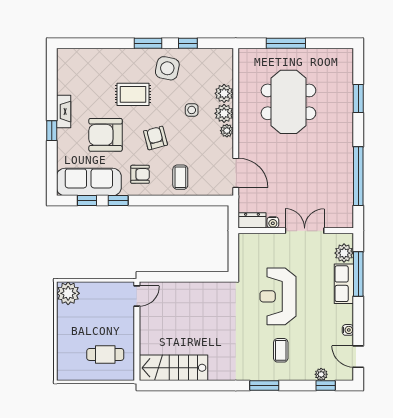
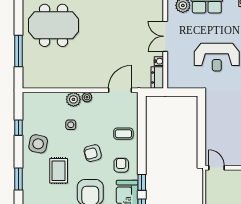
window: (148, 43) -> (18, 179), moved
plant: (224, 93) -> (58, 99), removed
meeting table: (288, 102) -> (54, 25), moved

